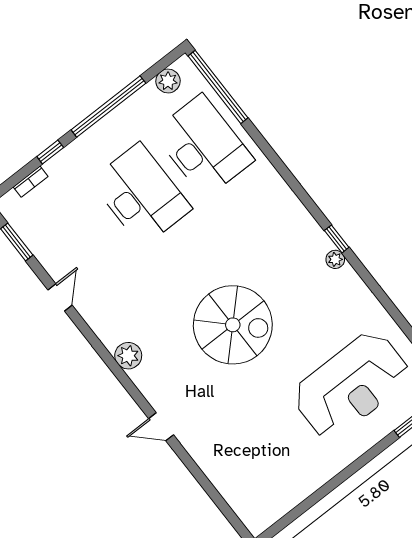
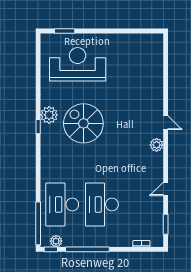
window: (50, 152) -> (51, 249), moved
plant: (335, 259) -> (49, 115), width x1.88, depth x1.88
spiral stairs: (233, 325) -> (83, 123), moved
door: (161, 427) -> (166, 123), moved

